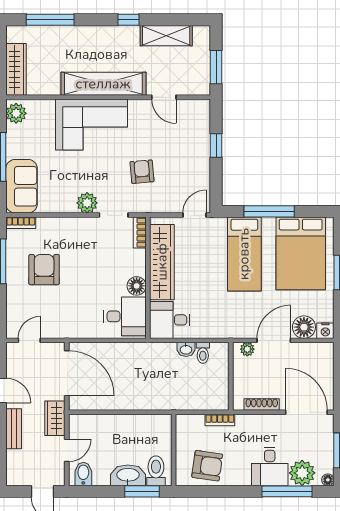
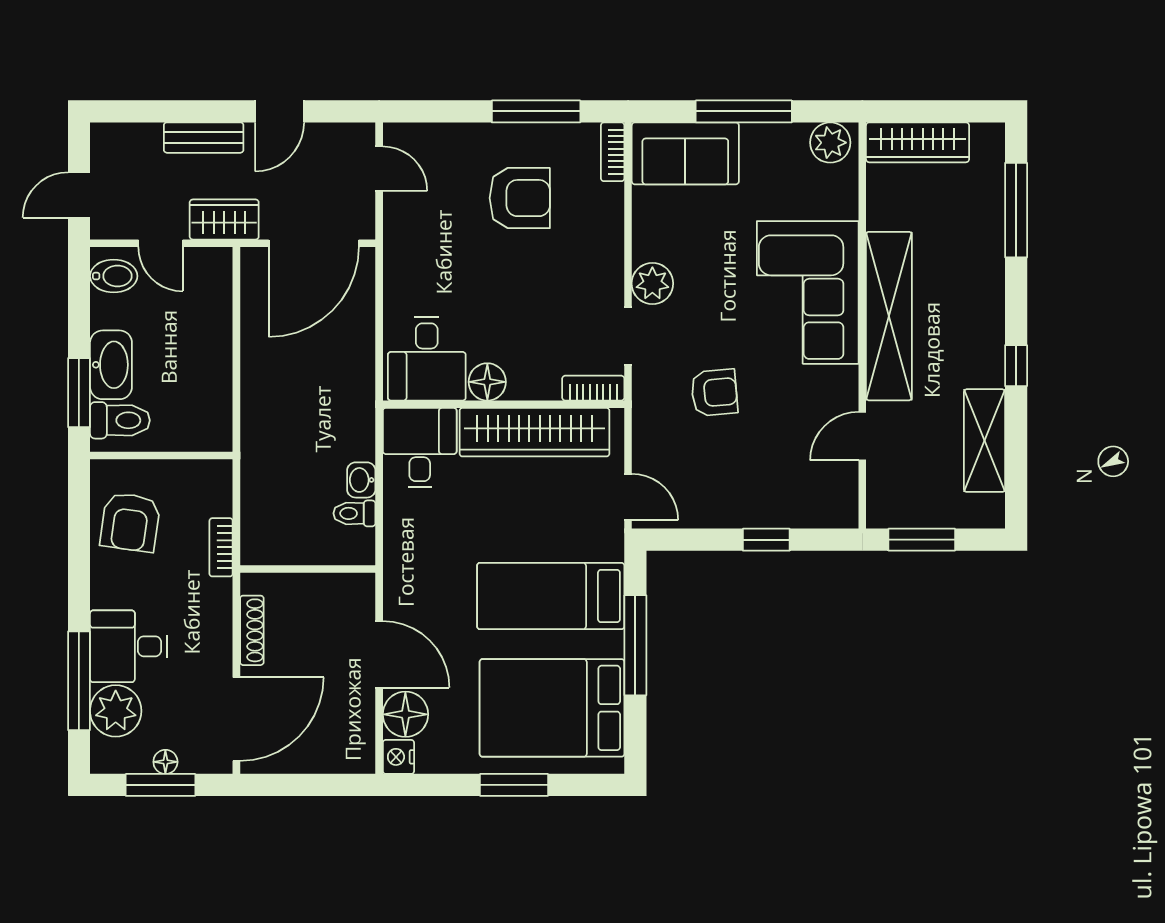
plant: (247, 349) -> (362, 602), removed
floor lamp: (328, 480) -> (165, 762), moved

